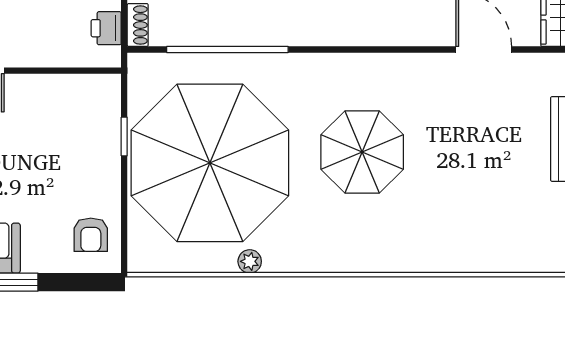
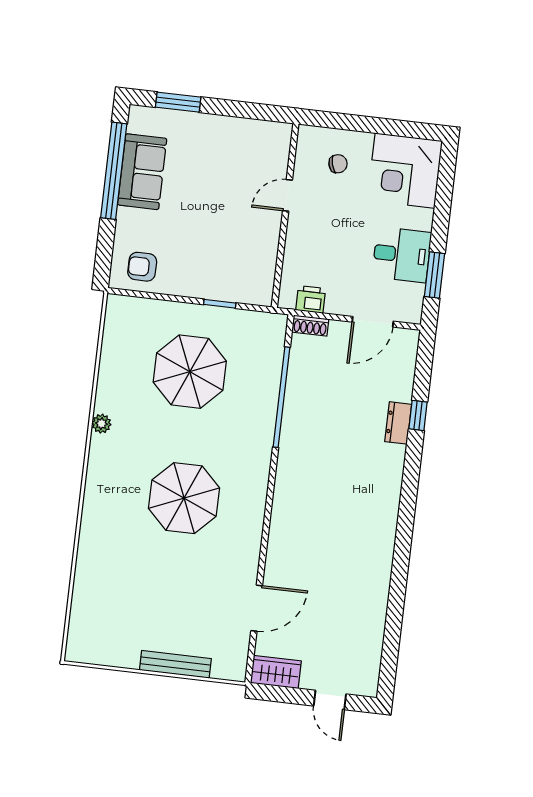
parasol: (210, 163) -> (190, 372), width x0.54, depth x0.54
plant: (250, 261) -> (101, 424), moved

